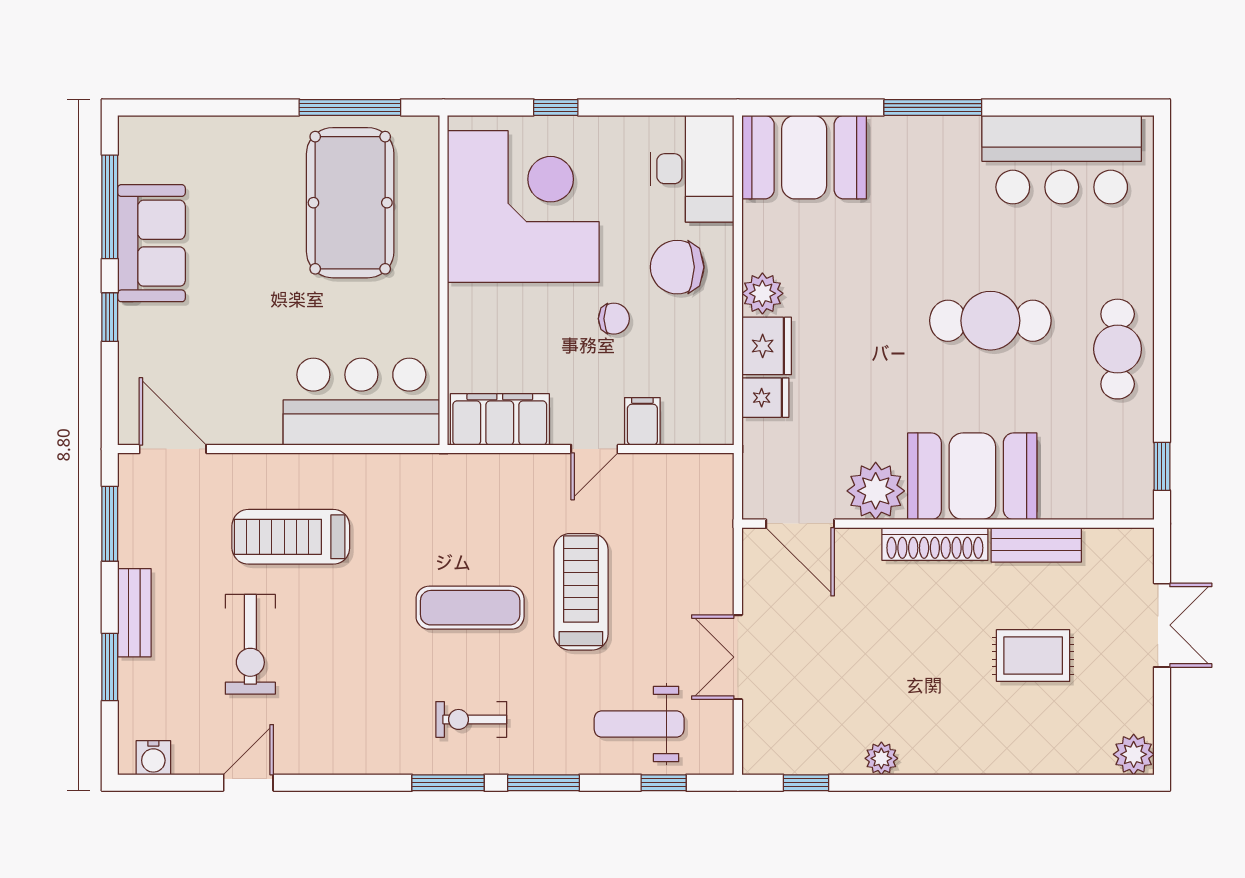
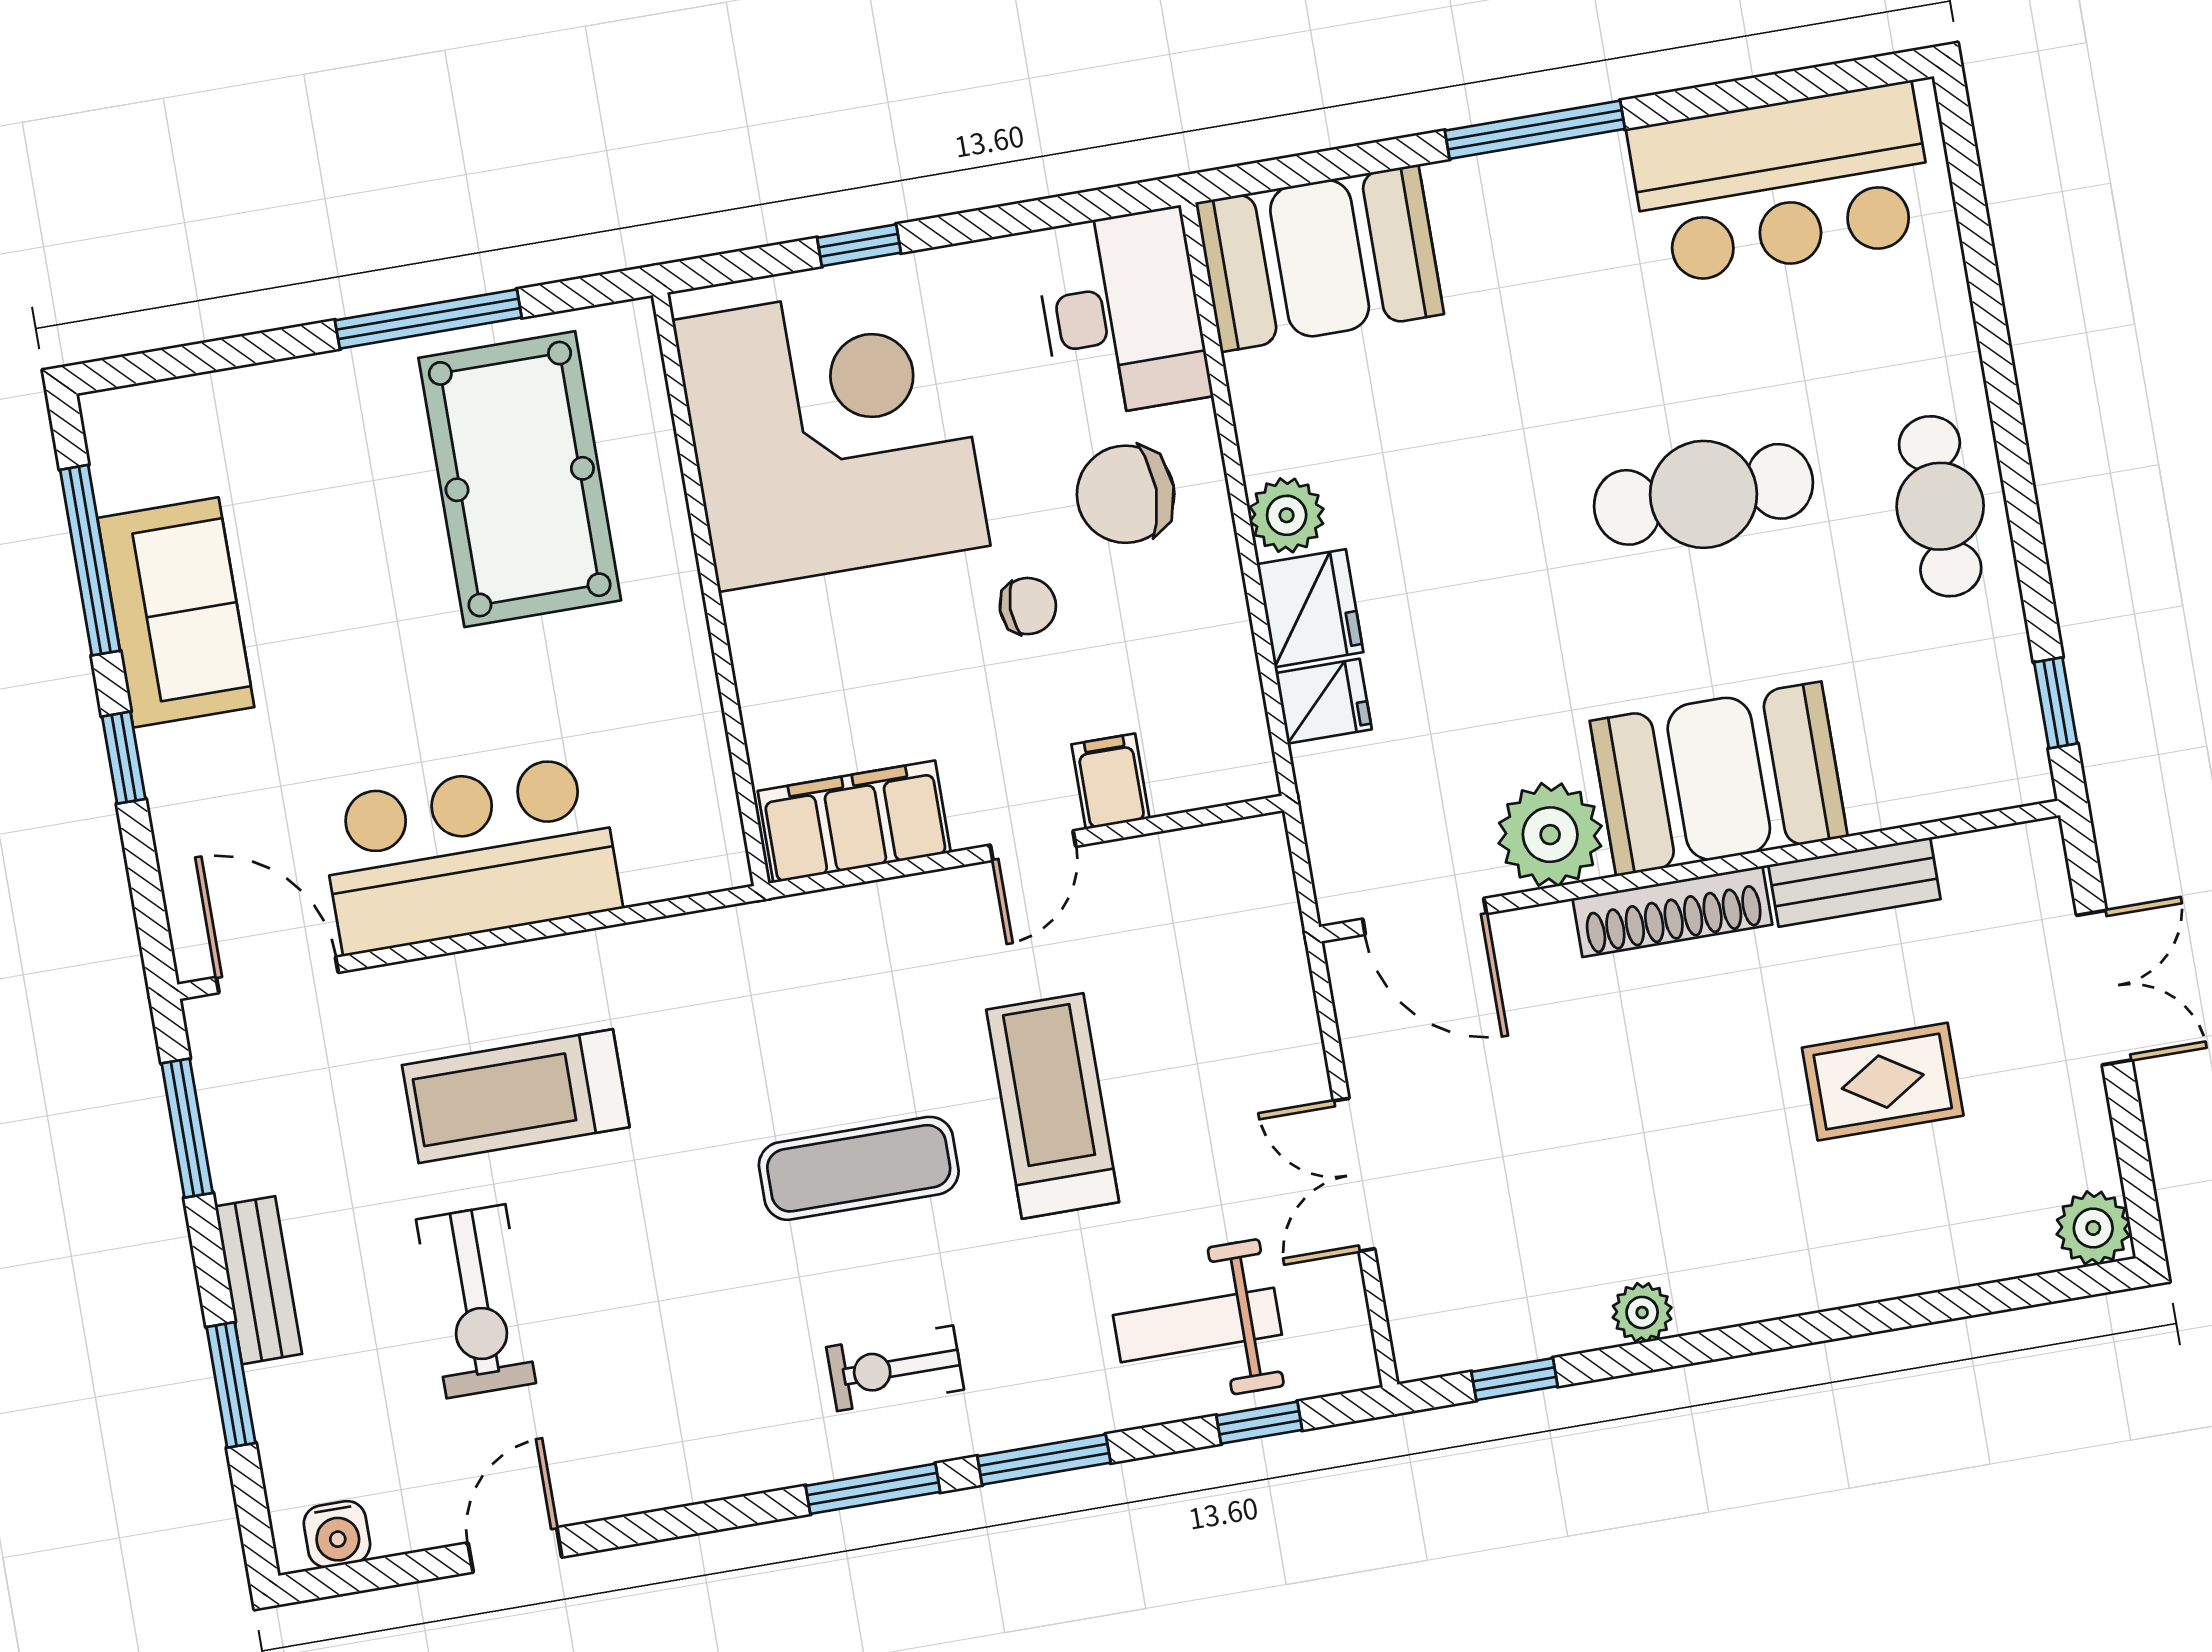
window: (350, 107) -> (428, 319), moved
bar counter: (361, 402) -> (470, 855), moved

